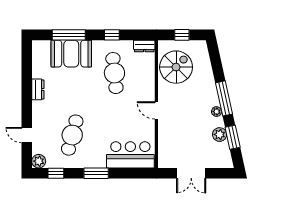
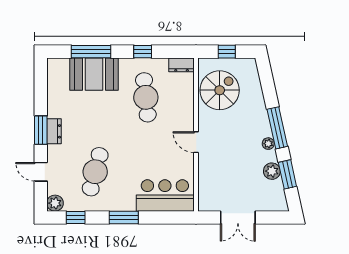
dresser: (38, 89) -> (54, 131), moved
window: (27, 100) -> (41, 130), added

